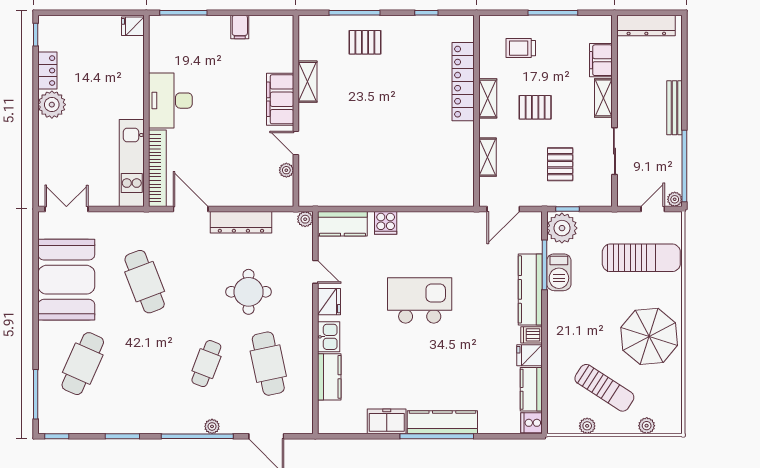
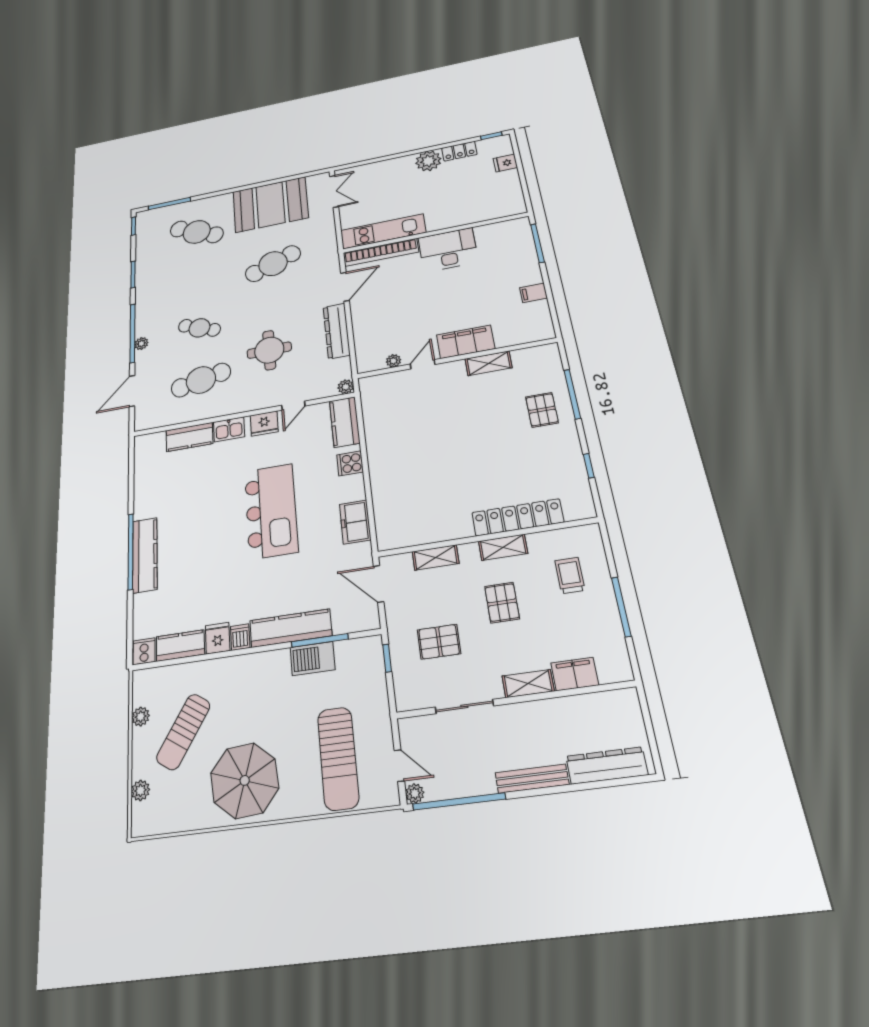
dresser: (646, 25) -> (607, 766), moved, turned 90
fridge: (133, 26) -> (505, 163), moved, turned -90
plant: (562, 228) -> (364, 655), removed
kitchen island: (420, 300) -> (271, 511), width x1.37
freezer: (387, 421) -> (355, 522), moved, turned 180

